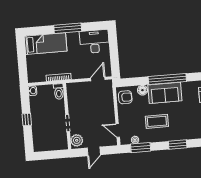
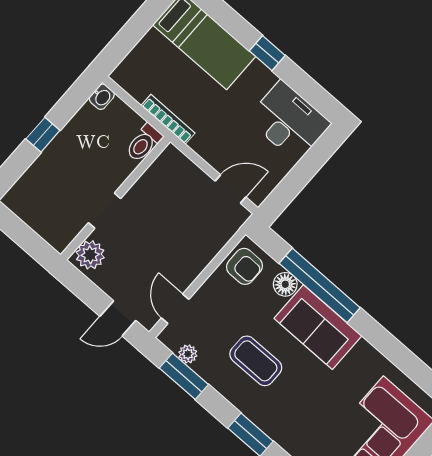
window: (68, 28) -> (267, 53), width x0.46
window: (167, 79) -> (320, 285), moved
door: (94, 151) -> (118, 318), moved

